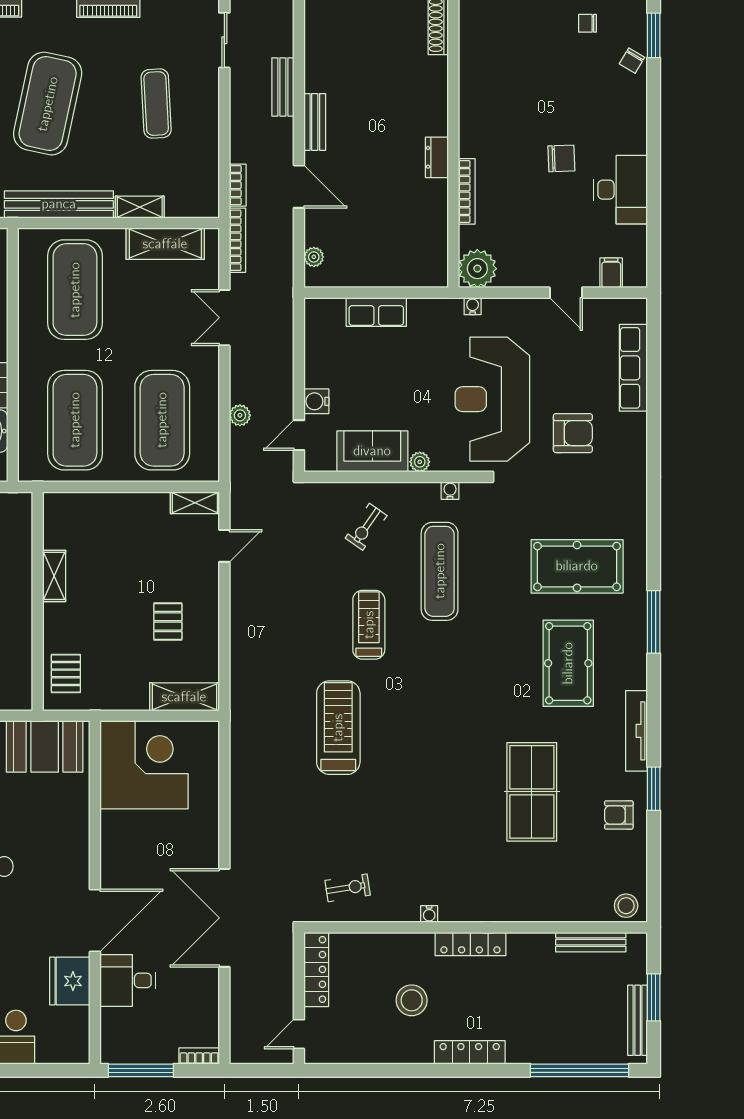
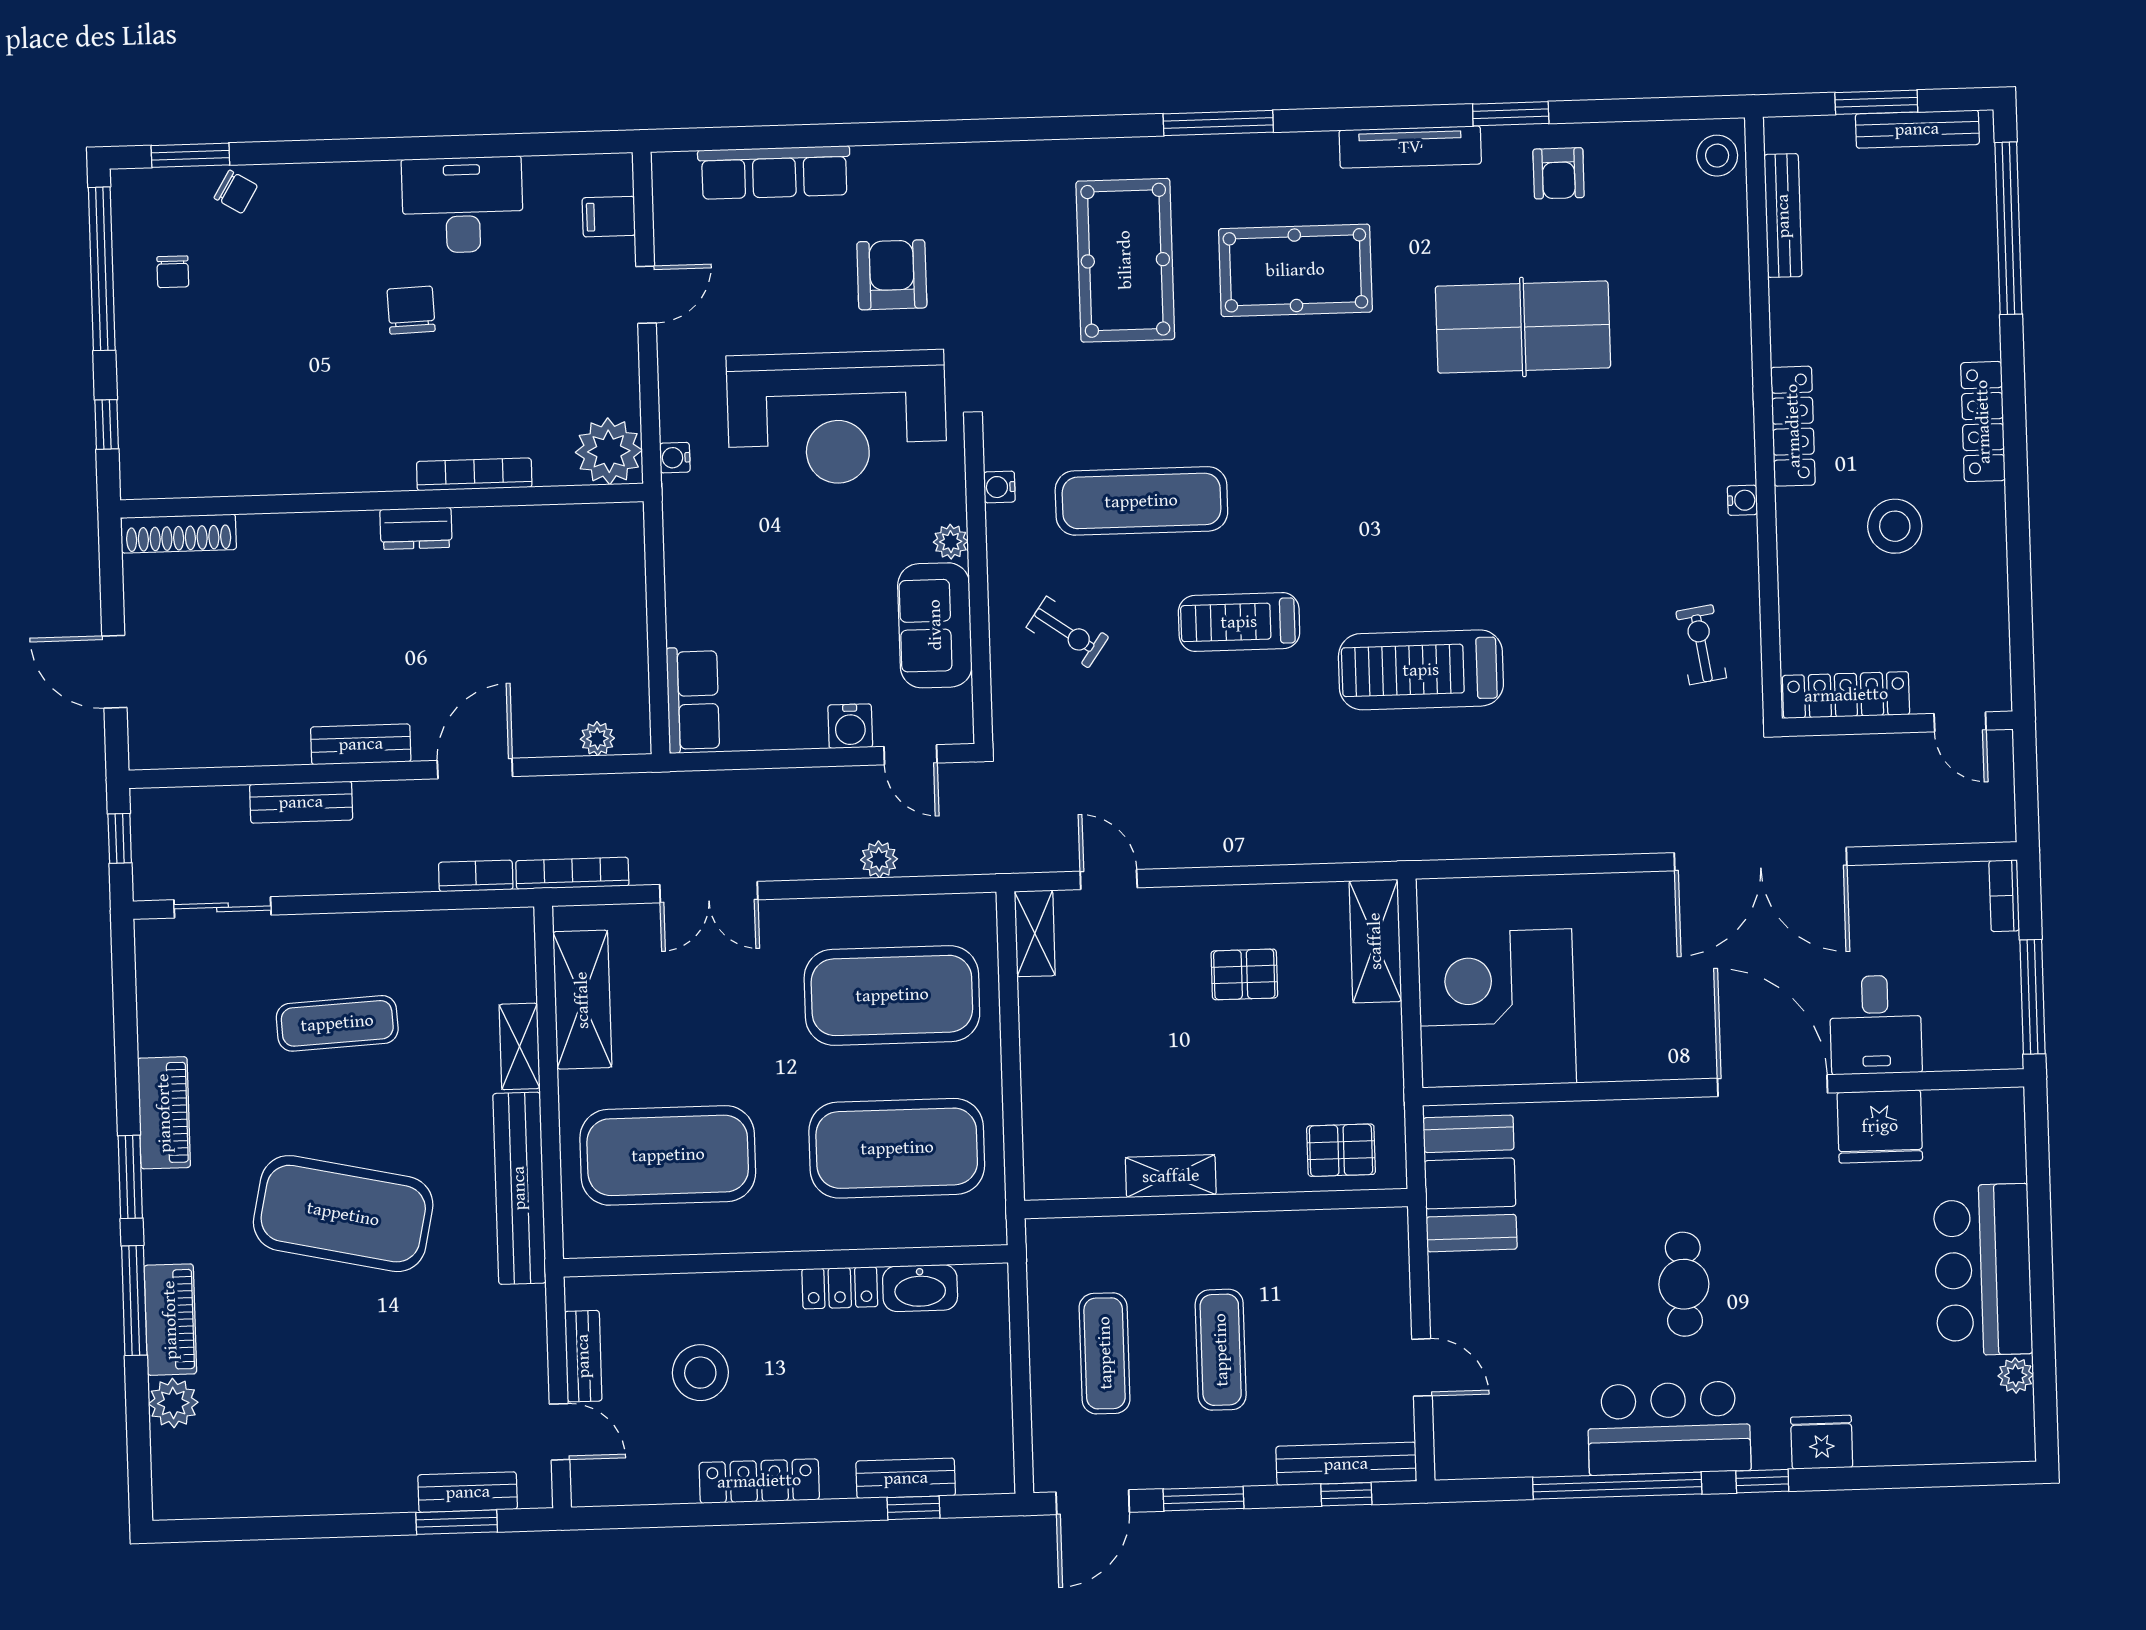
row of seats: (376, 312) -> (693, 700), moved

